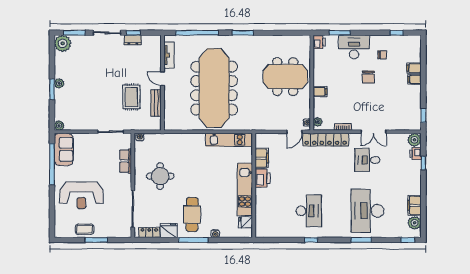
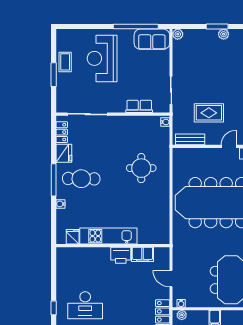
bench: (156, 103) -> (190, 139), moved
door: (294, 132) -> (171, 279), moved
kitchen unit: (229, 140) -> (162, 219), removed
round table: (160, 176) -> (141, 168), moved

